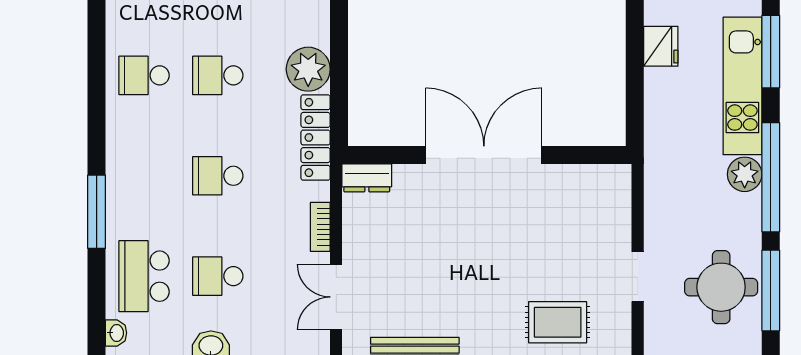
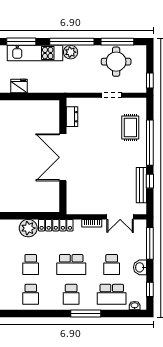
school desk: (144, 176) -> (71, 294), added
school desk: (218, 176) -> (71, 265), width x1.85
dresser: (367, 178) -> (72, 117), moved

